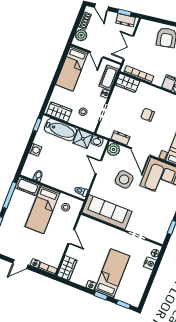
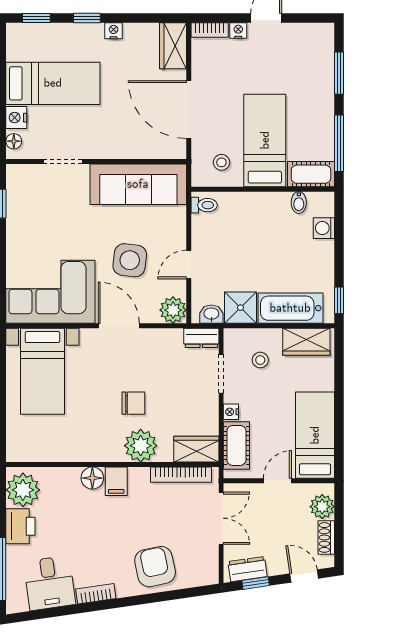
door: (97, 55) -> (277, 481), hinge flipped
plant: (152, 94) -> (141, 446), added
dresser: (121, 138) -> (201, 338), moved
washing machine: (35, 150) -> (324, 228), moved
door: (98, 167) -> (189, 265), swing flipped
door: (71, 237) -> (189, 110), width x1.88
bed: (112, 273) -> (53, 83), moved, turned -90

